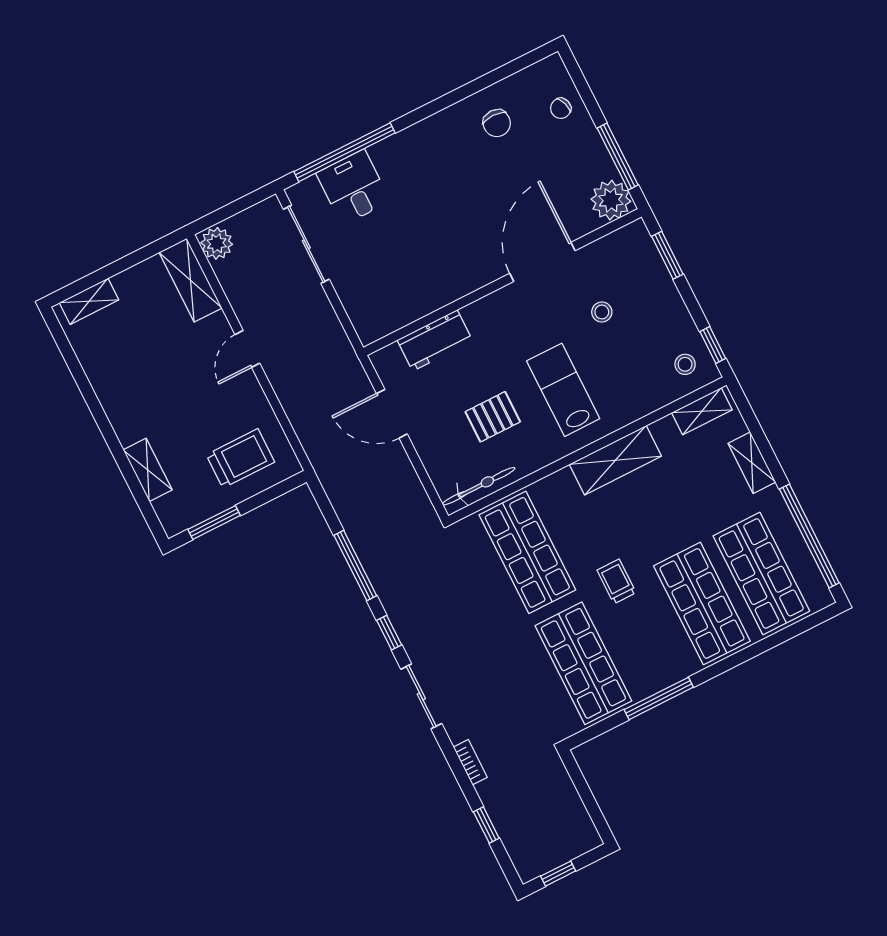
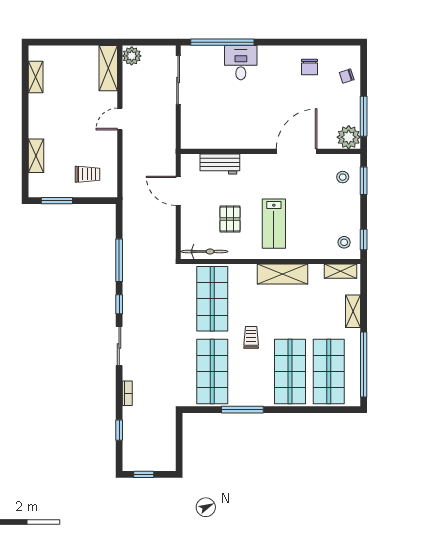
desk: (353, 187) -> (241, 63), moved
shelving: (89, 301) -> (36, 77), moved, turned 90
stool: (602, 312) -> (343, 177), moved
lab bench: (563, 390) -> (274, 224), turned 180
pallet: (493, 417) -> (230, 219), turned 90
trolley: (240, 458) -> (87, 174), width x0.73, depth x0.72

